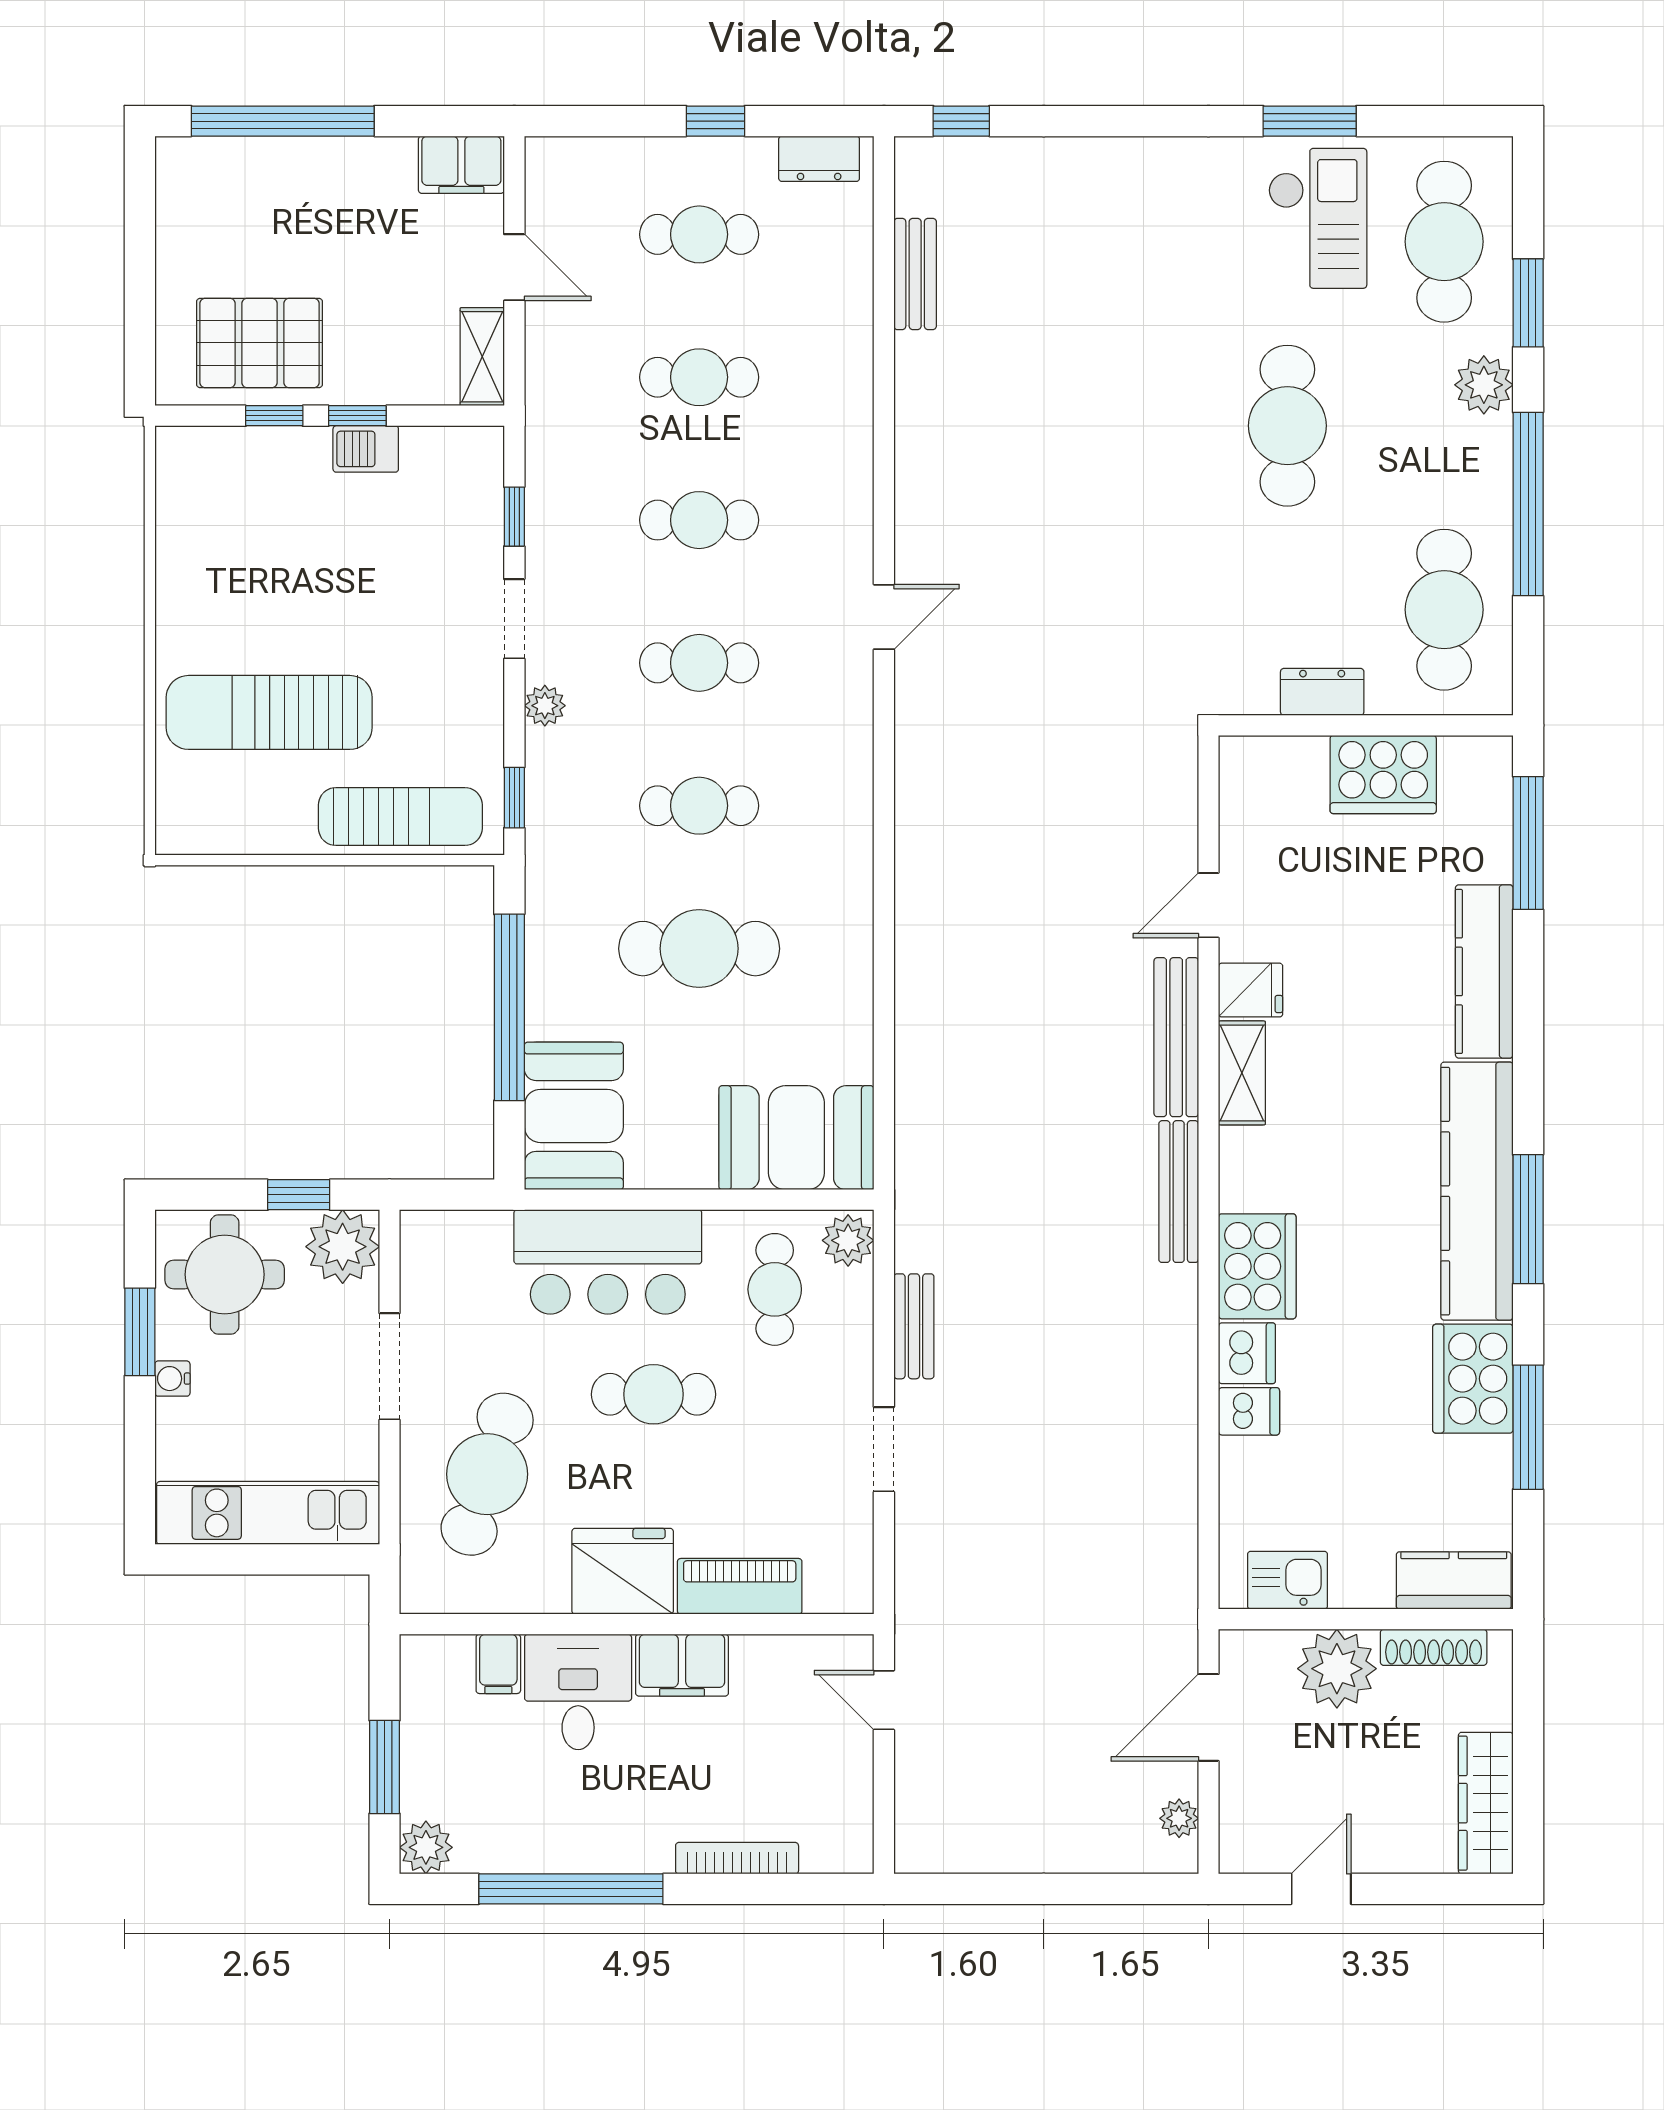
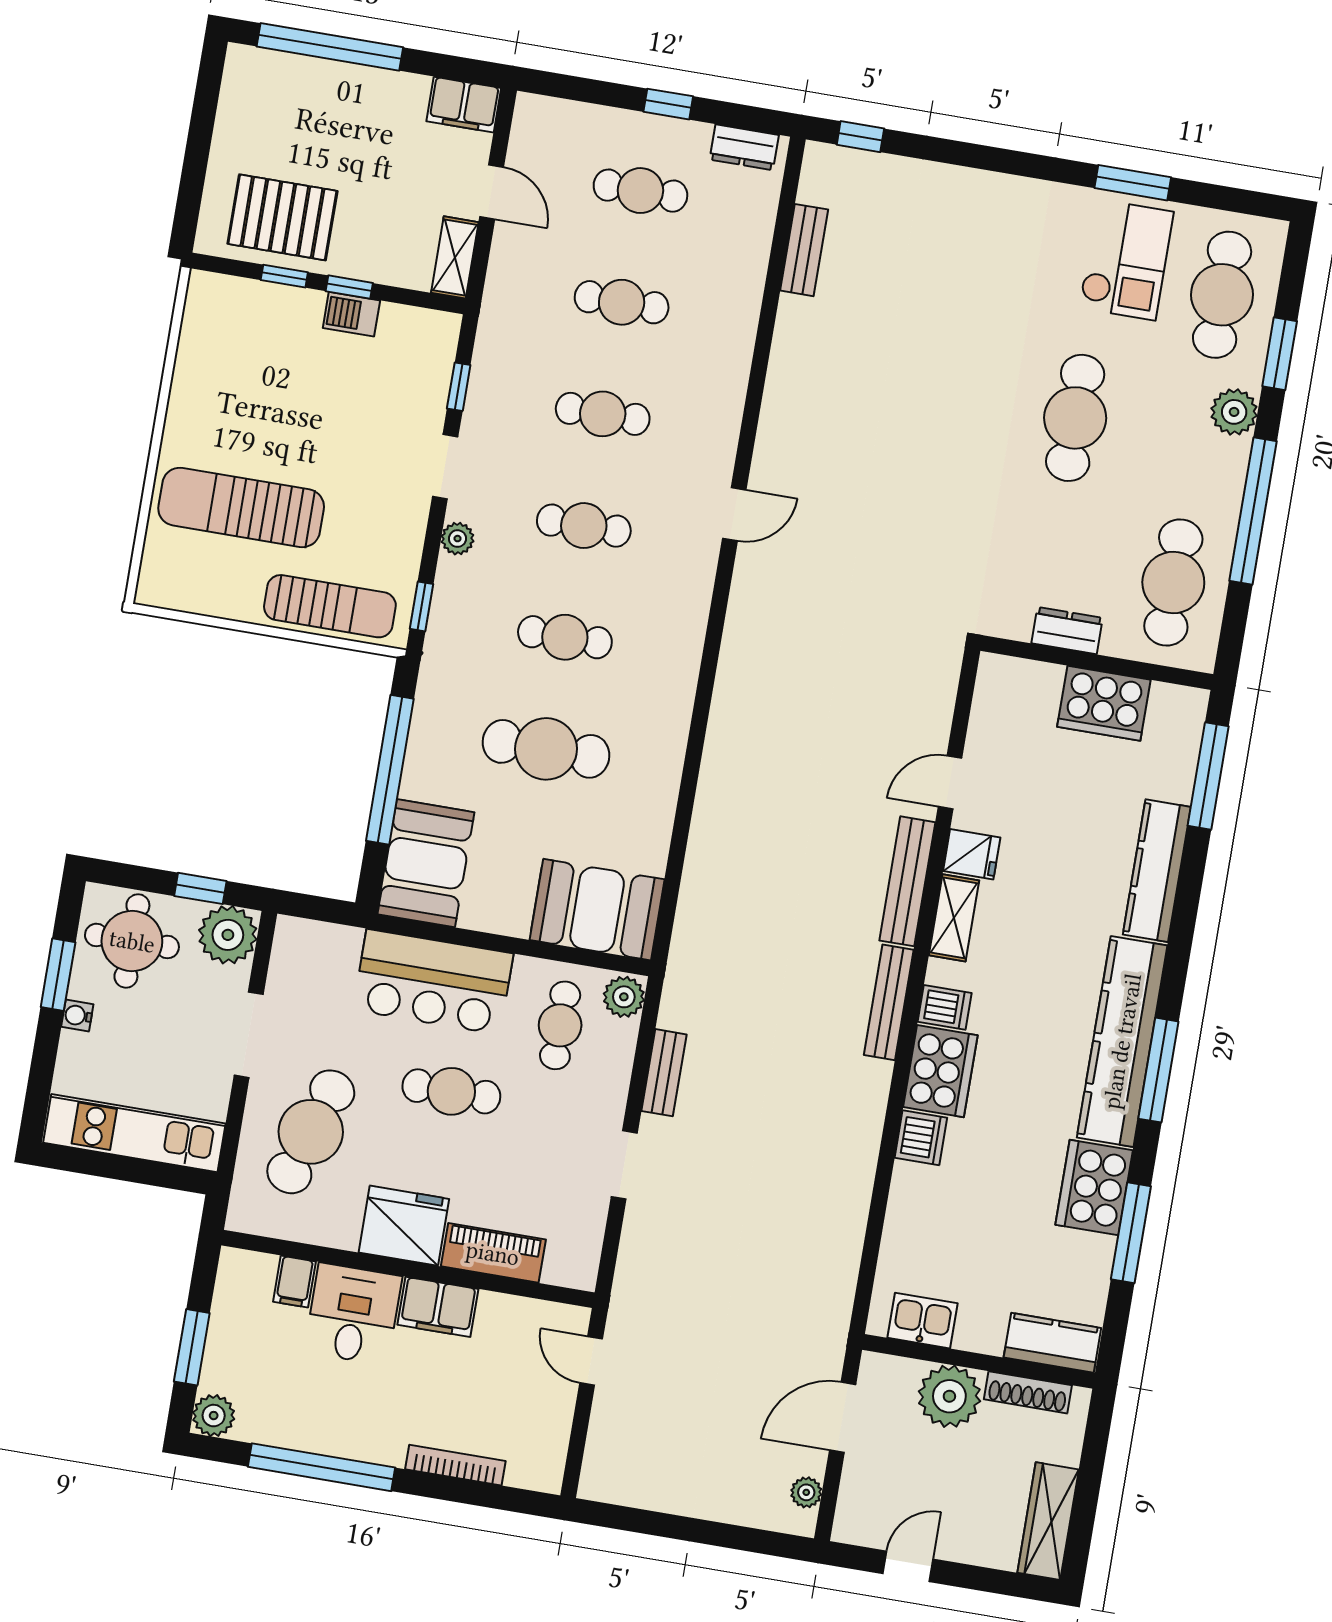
dishwasher: (1249, 1411) -> (945, 1007), moved

